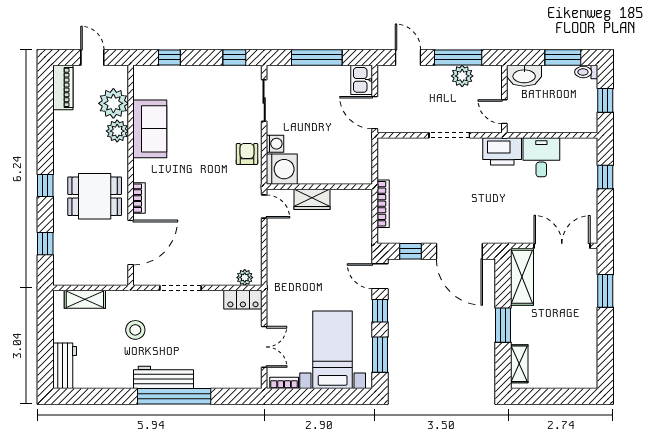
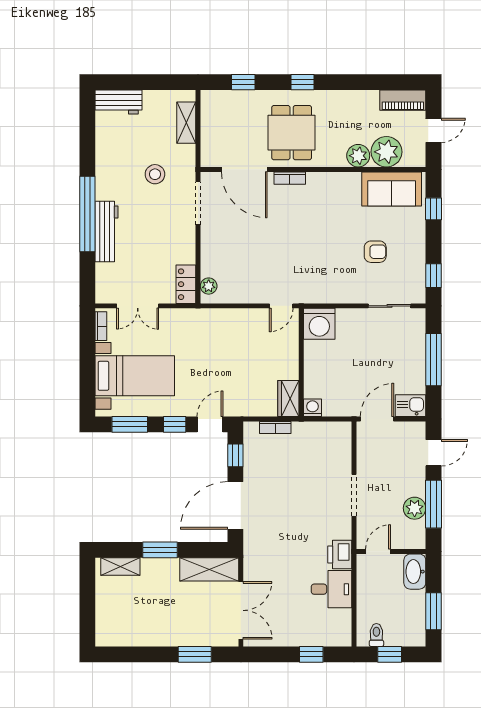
toilet: (586, 72) -> (376, 635), moved
sofa: (150, 129) -> (392, 189), moved
washing machine: (275, 144) -> (312, 408), moved, turned 180
printer: (502, 151) -> (340, 555), width x0.73, depth x0.84
armchair: (247, 154) -> (375, 252), moved
wardrobe: (312, 199) -> (288, 398), moved
bookcase: (383, 204) -> (275, 427), width x0.64
doorway: (181, 288) -> (198, 203), moved
workbench: (163, 377) -> (107, 232), moved

